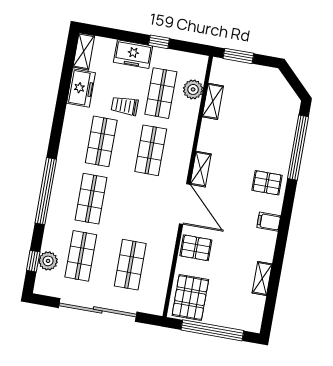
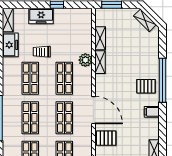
shelving: (282, 87) -> (145, 20), added
plant: (193, 89) -> (85, 60), moved
shop shelf: (161, 93) -> (64, 118), moved
window: (298, 148) -> (162, 80), moved
shelving: (201, 169) -> (100, 62), moved

